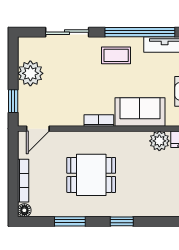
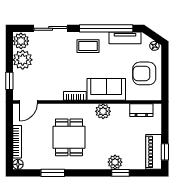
plant: (28, 49) -> (21, 41), added
plant: (159, 141) -> (103, 111), moved
dining table: (91, 175) -> (69, 137), turned 90
plant: (152, 207) -> (115, 162), added
window: (122, 221) -> (121, 173), moved

